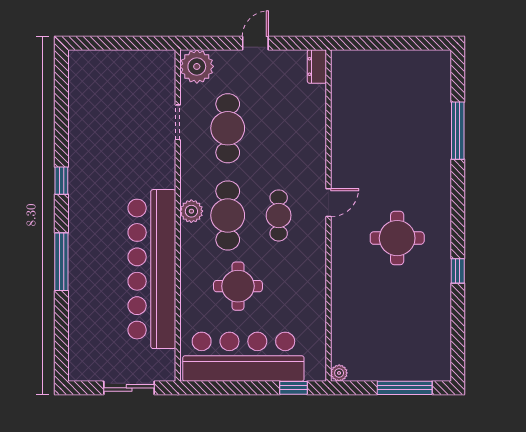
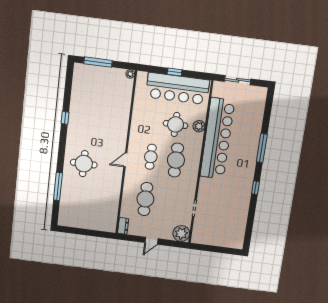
cafe table: (228, 128) -> (145, 199), moved
plant: (191, 211) -> (199, 126), moved
round table: (397, 238) -> (84, 164), moved
window: (293, 388) -> (175, 72), moved

